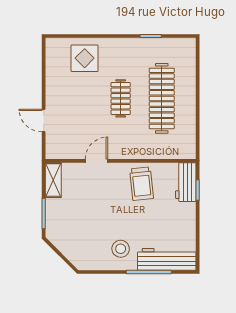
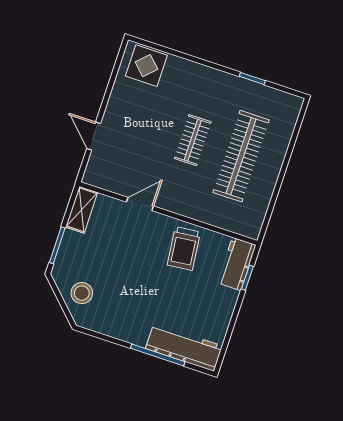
display table: (85, 58) -> (146, 66), moved
stool: (121, 249) -> (82, 293), moved

